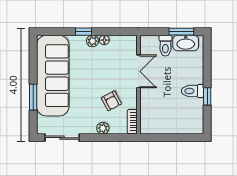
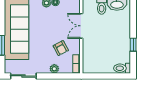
double door: (138, 71) -> (81, 26), swing flipped
toilet: (193, 91) -> (122, 68), moved

